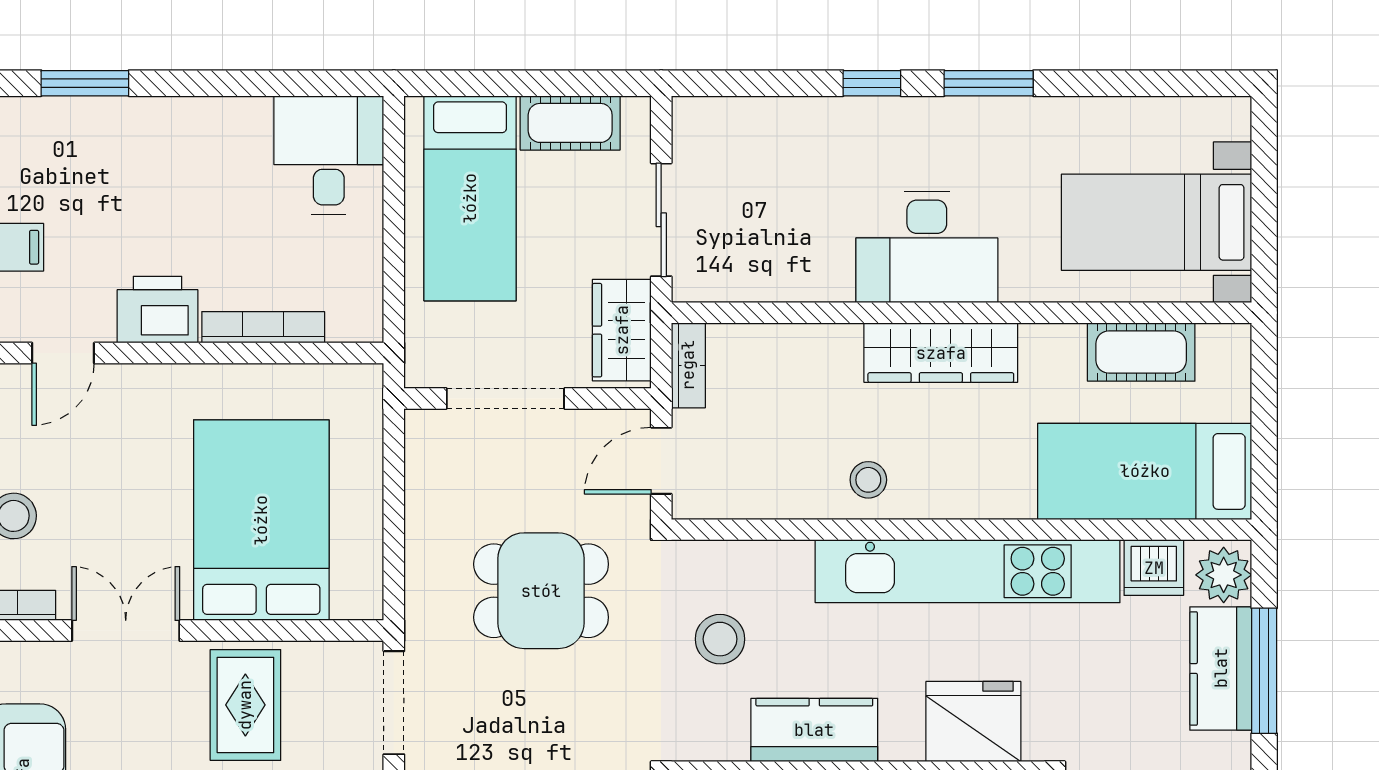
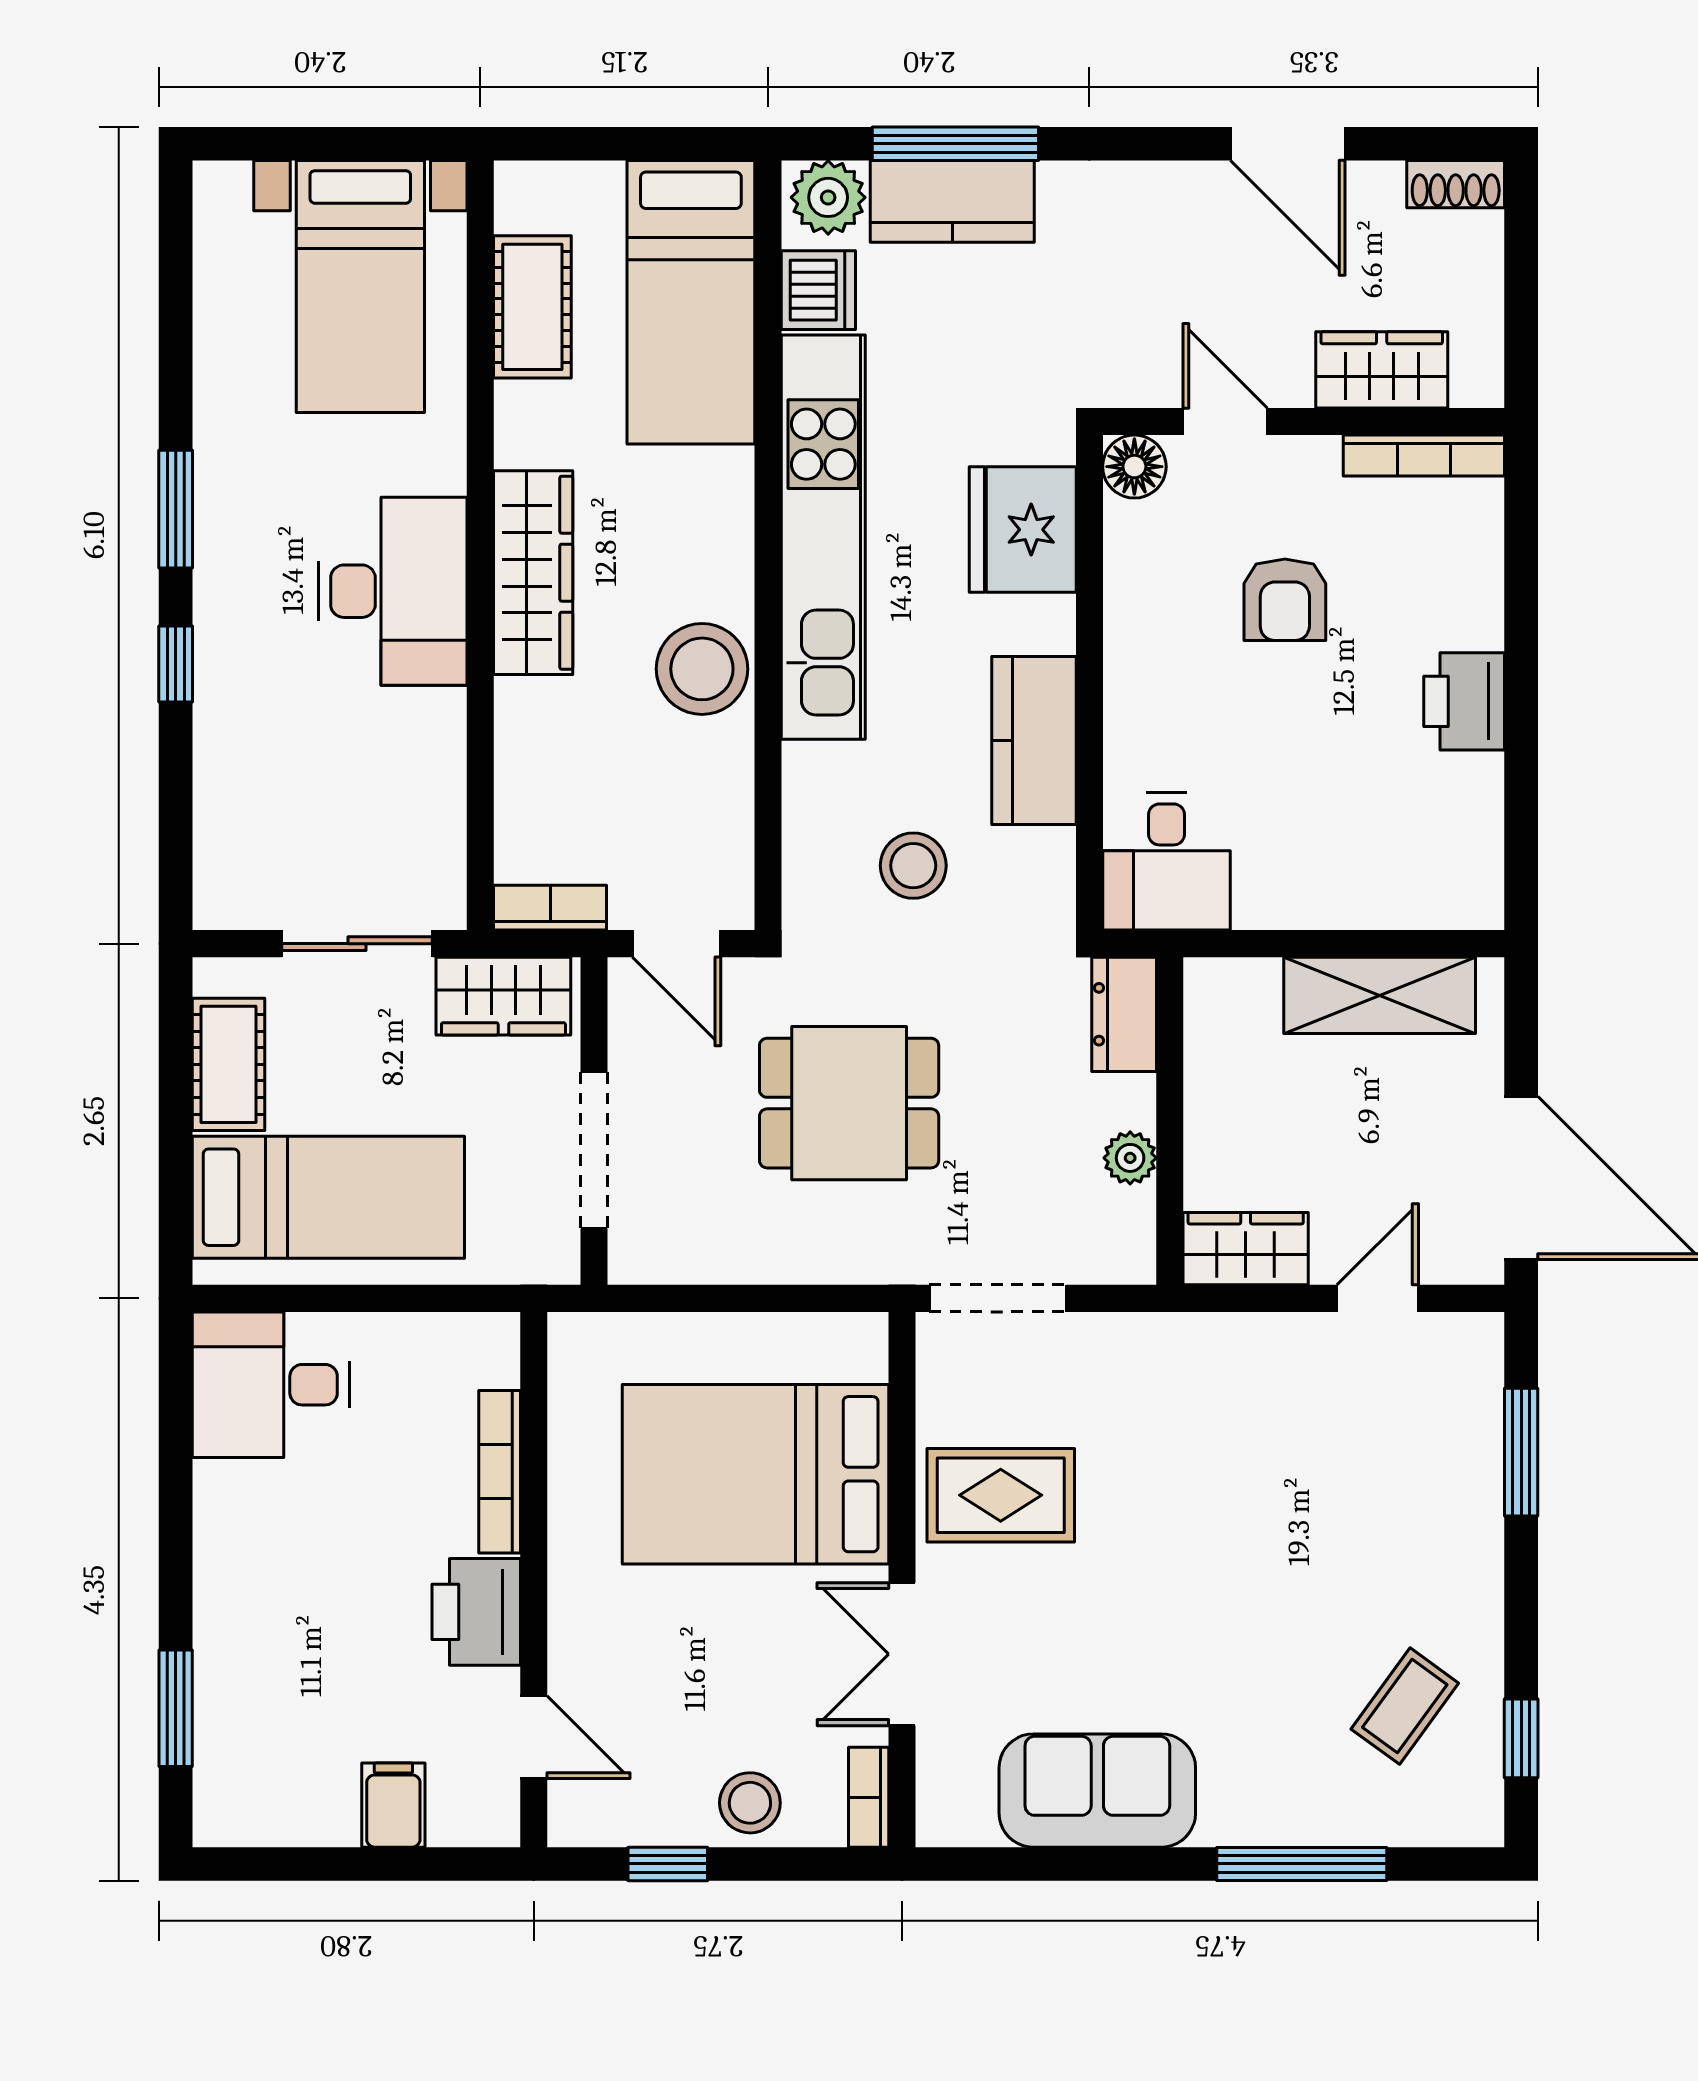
stool: (868, 480) -> (702, 669), width x1.89, depth x1.89
dining table: (541, 591) -> (849, 1103), turned 90

